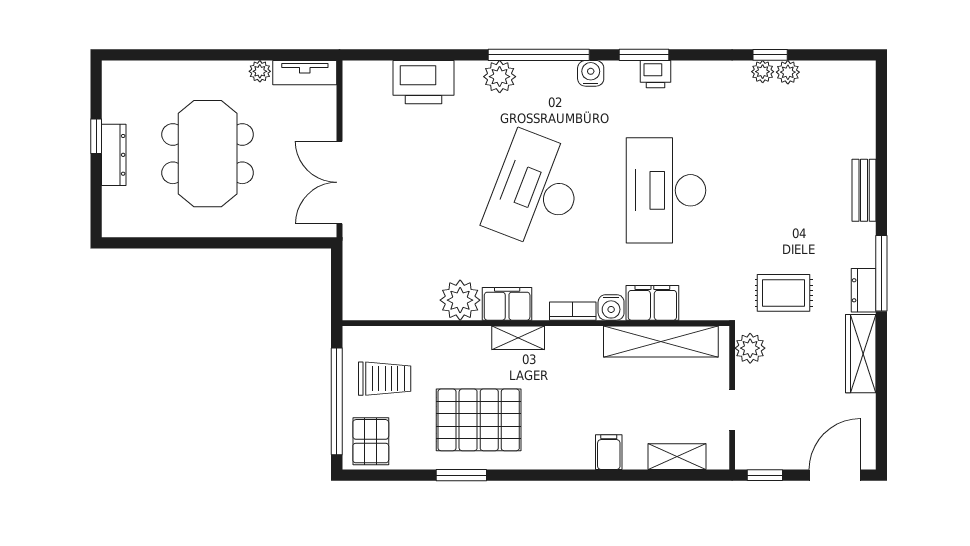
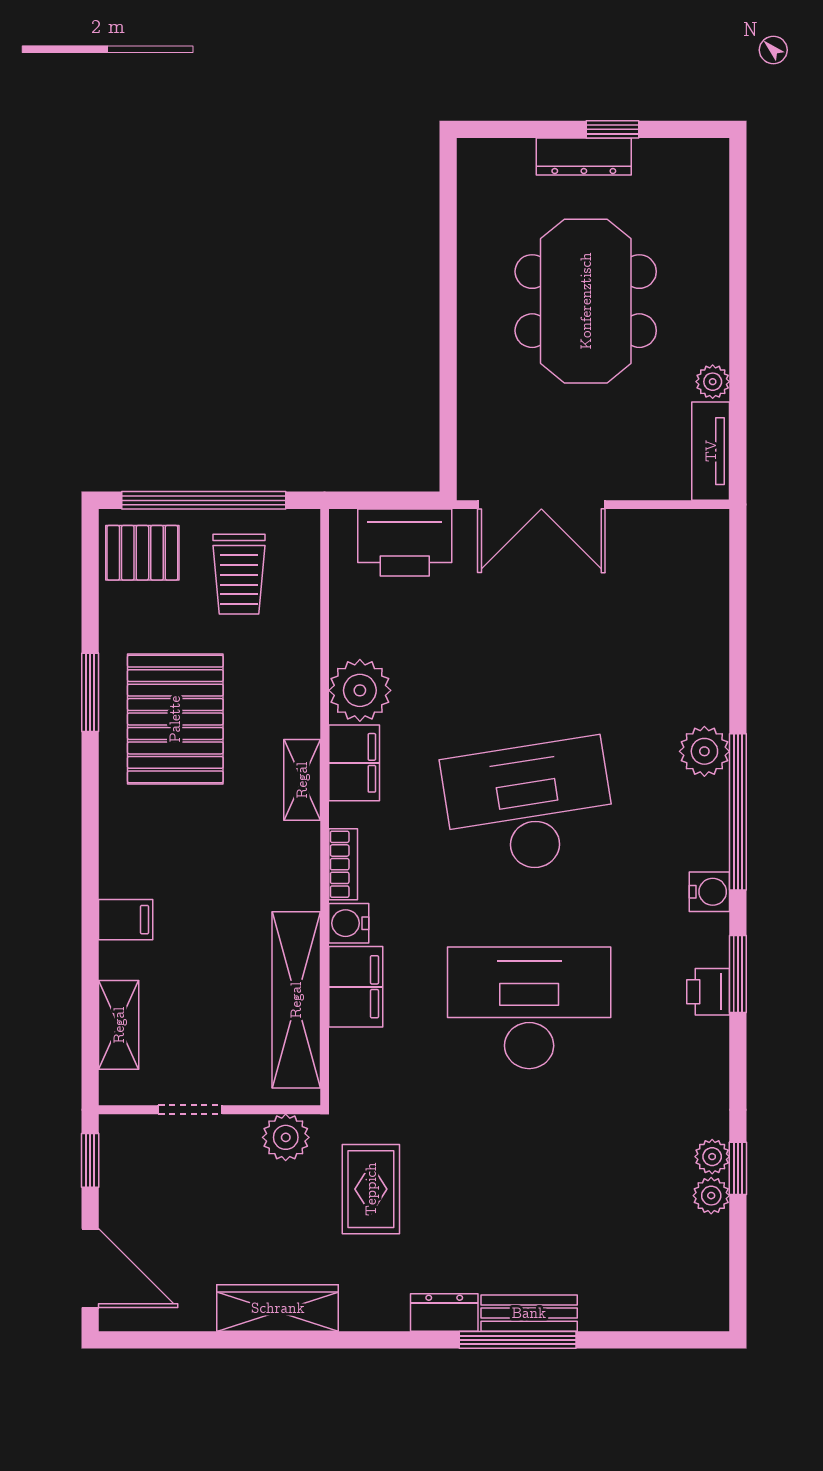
printer: (424, 82) -> (405, 542), moved, turned -90
meeting table: (208, 154) -> (586, 301), turned 90
double door: (340, 182) -> (541, 505), swing flipped
desk: (536, 190) -> (529, 807), turned -30
window: (881, 273) -> (518, 1340), moved
dresser: (864, 290) -> (444, 1312), moved

